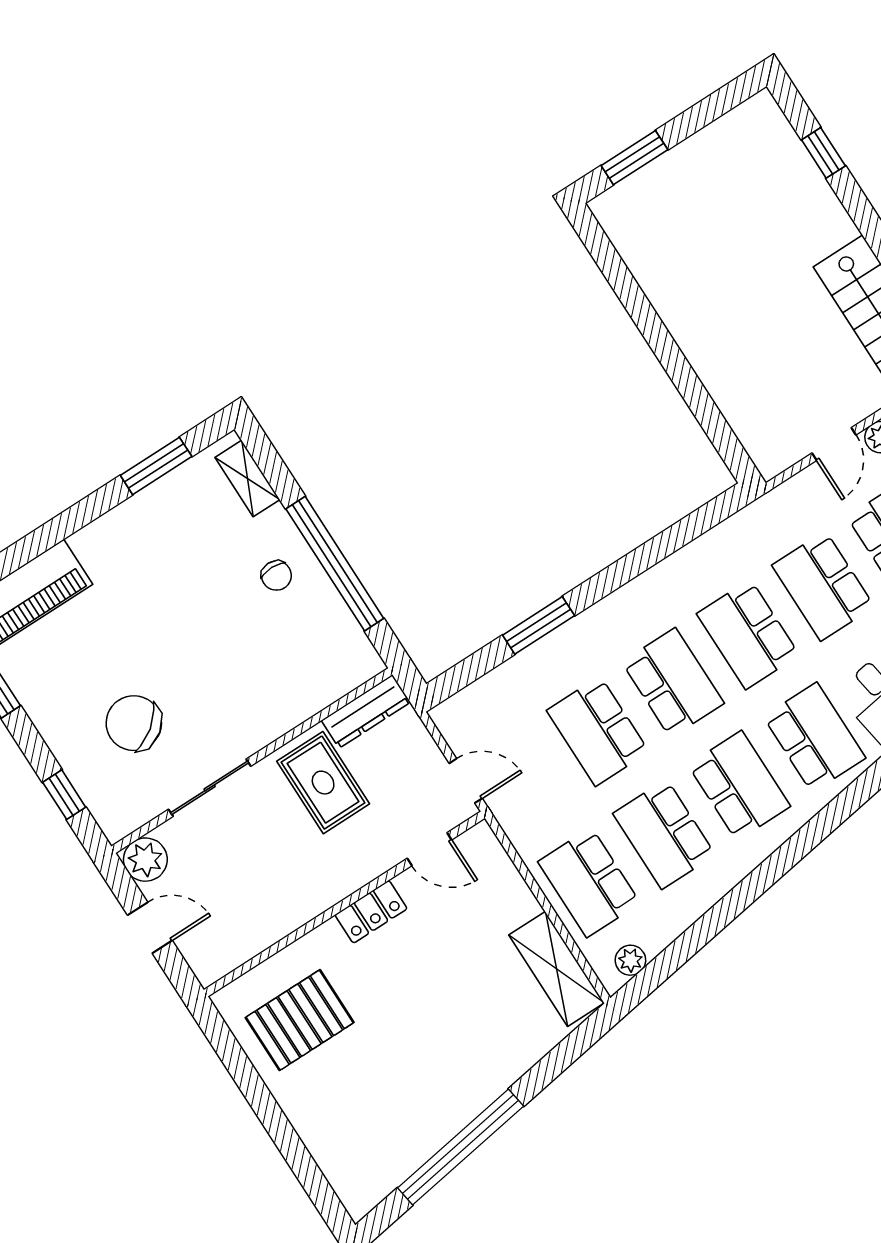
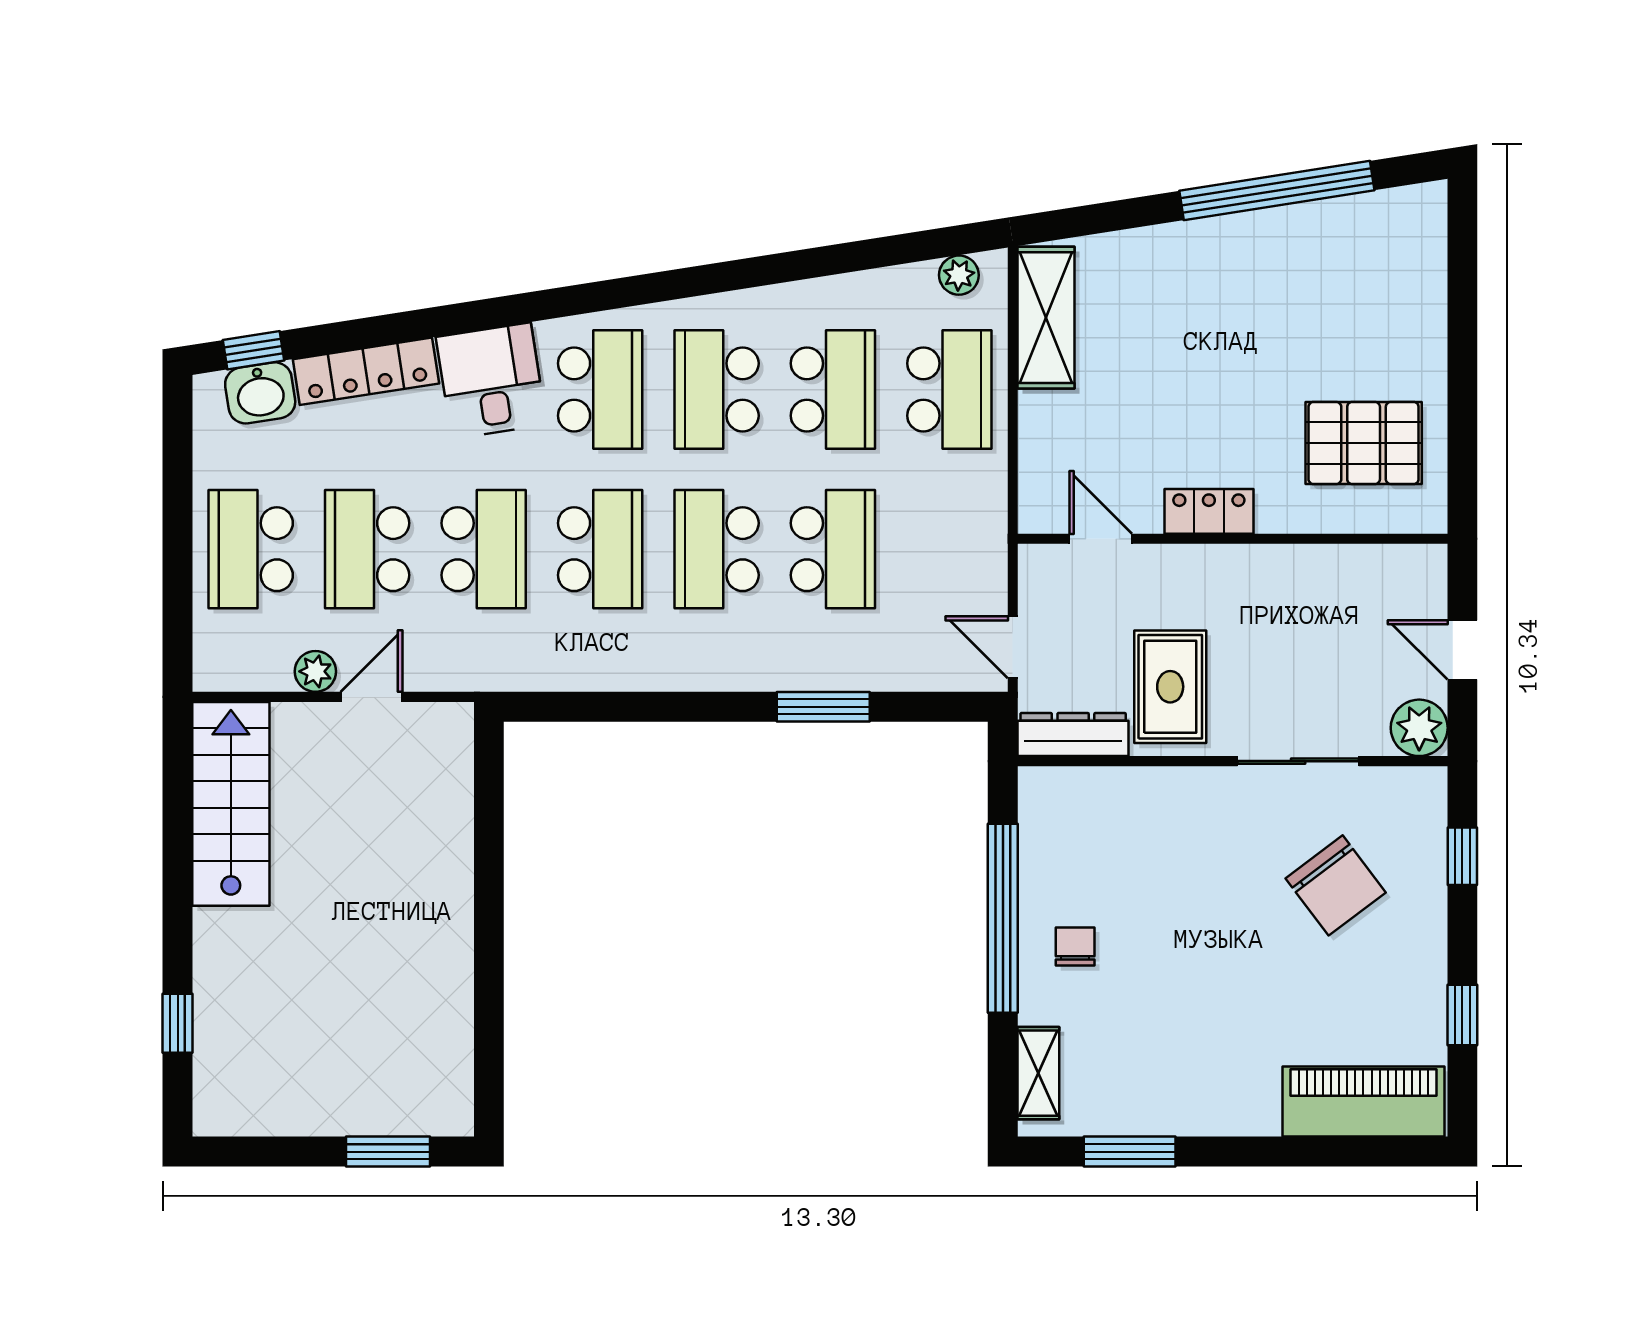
school desk: (814, 737) -> (600, 389), turned 180
door: (466, 781) -> (1013, 647), moved

